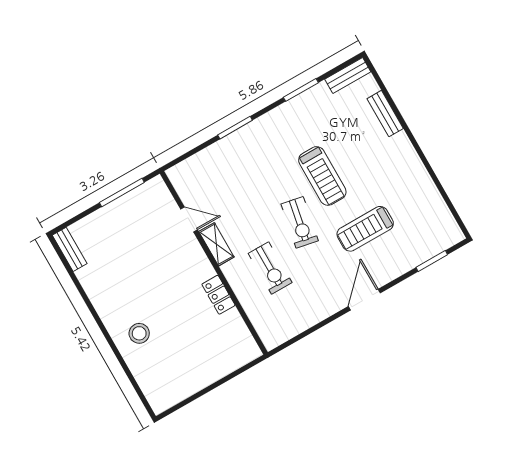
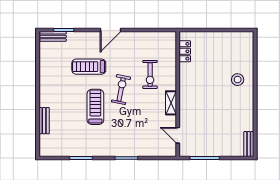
bench: (348, 76) -> (53, 36), moved
door: (189, 219) -> (178, 135), moved
treadmill: (365, 229) -> (89, 67), turned 180
exercise bike: (270, 268) -> (150, 74), turned 180
locker: (218, 295) -> (185, 51), moved

